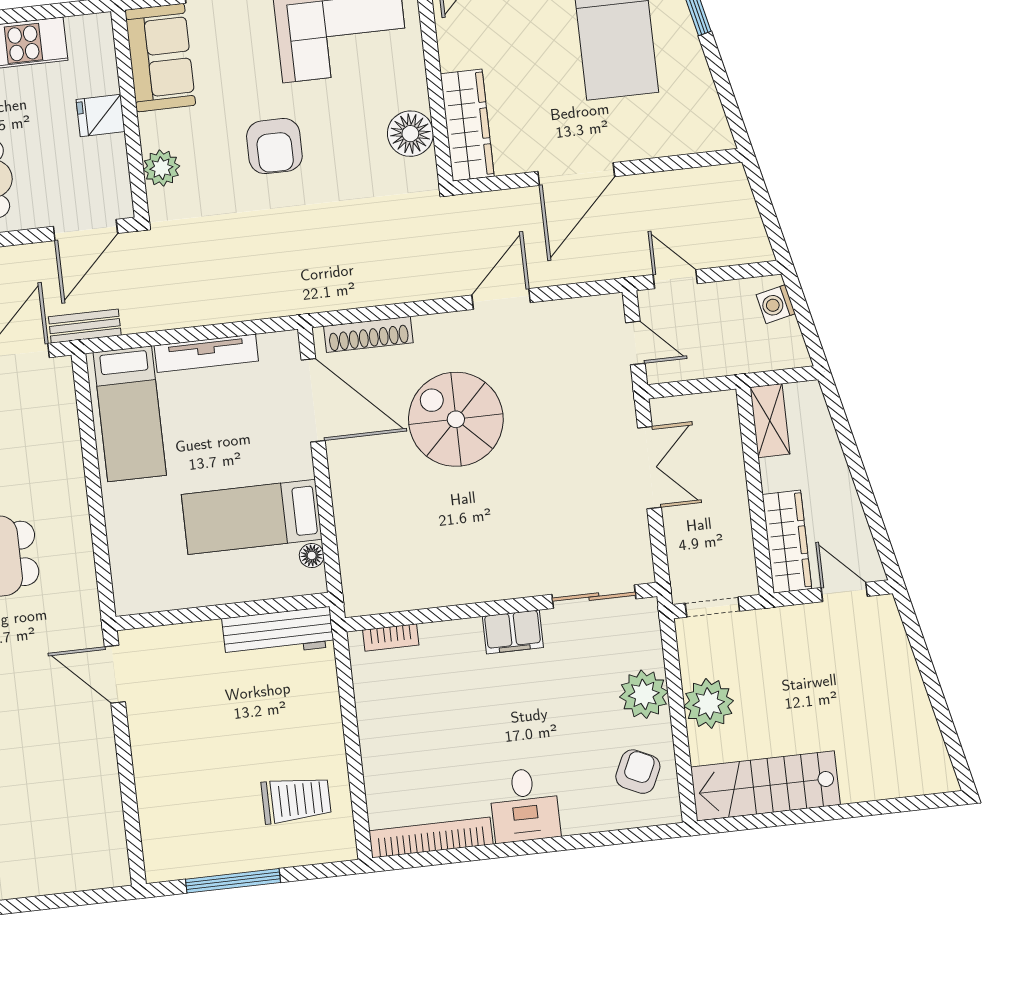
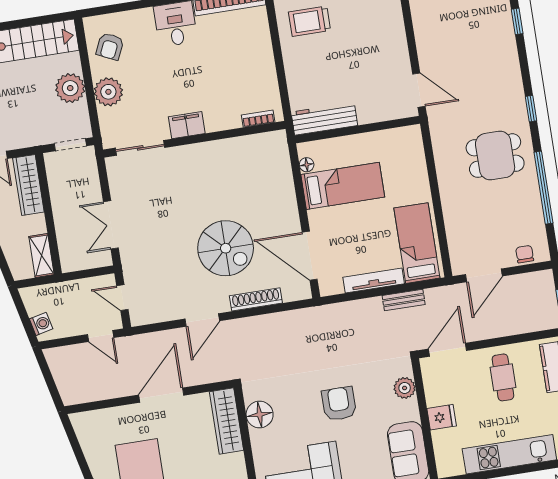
bench: (85, 326) -> (404, 300), moved
shoe rack: (368, 334) -> (256, 299), moved

